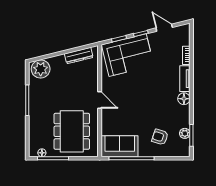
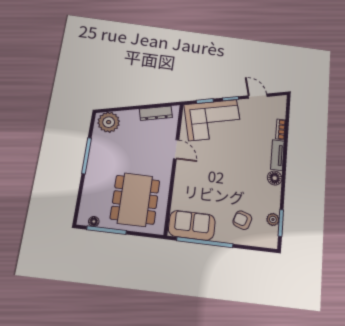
door: (100, 100) -> (176, 149), moved

